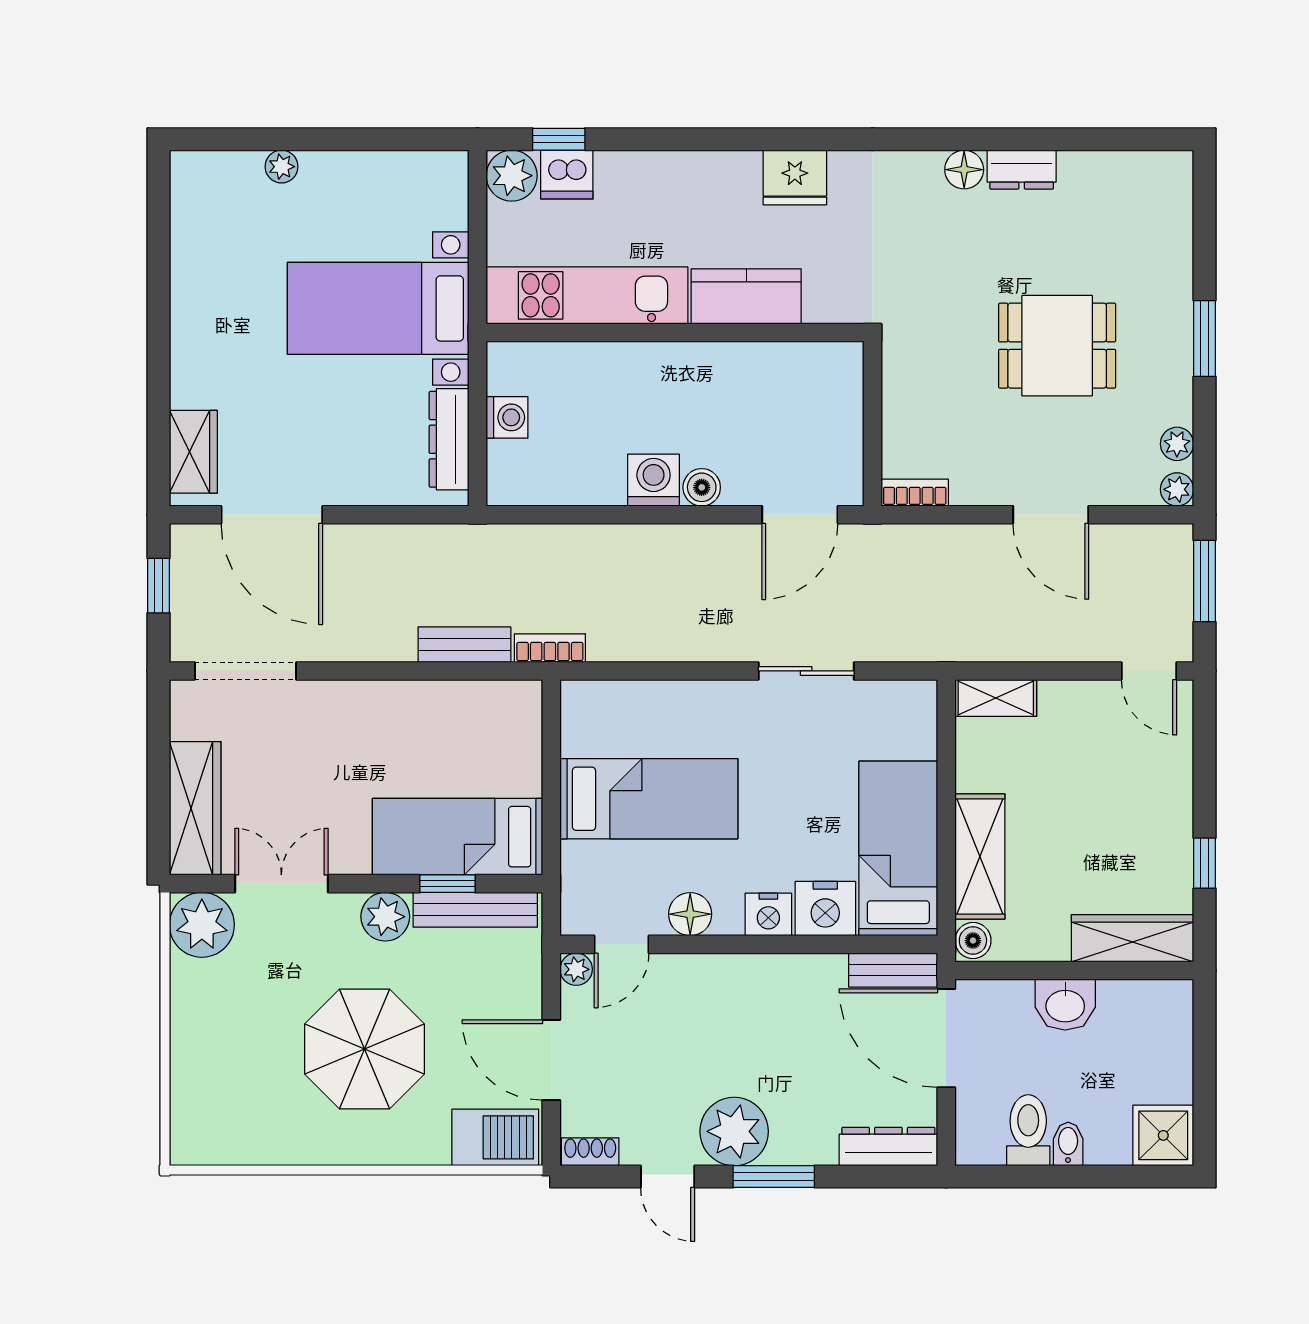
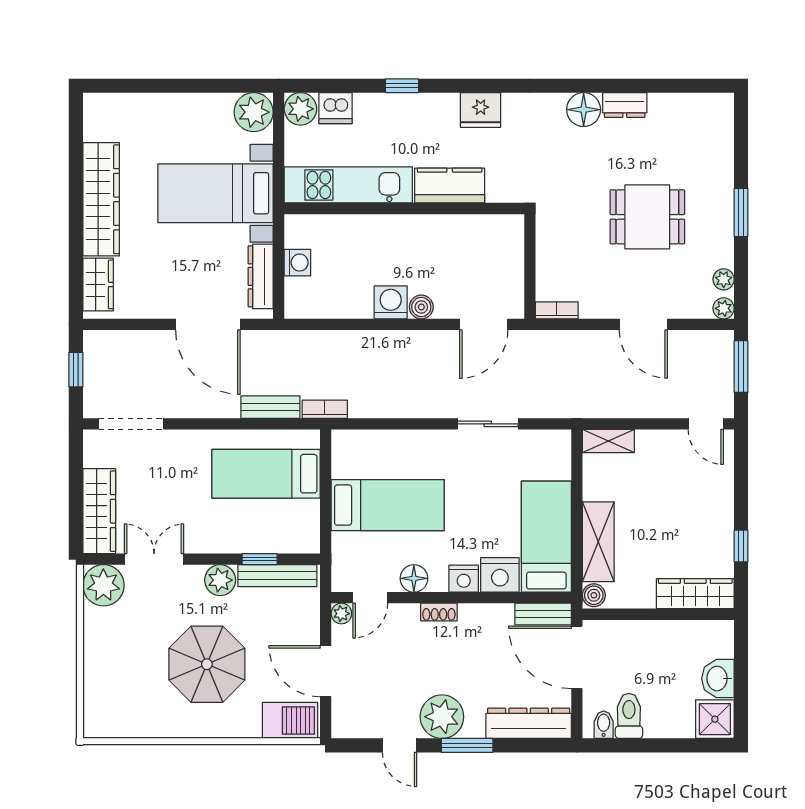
window: (559, 139) -> (402, 86), moved
plant: (282, 167) -> (254, 112), moved, width x1.88, depth x1.88
floor lamp: (964, 170) -> (584, 110), width x1.38, depth x1.38
wardrobe: (198, 318) -> (101, 199), added
door: (272, 515) -> (208, 324), moved
bed: (458, 837) -> (266, 474), moved
washbasin: (1065, 1005) -> (718, 679), moved, turned 90
bidet: (1068, 1144) -> (604, 725), moved
dresser: (888, 1147) -> (529, 723), width x1.37, depth x1.24
shoe rack: (590, 1152) -> (439, 612), moved, turned 180

